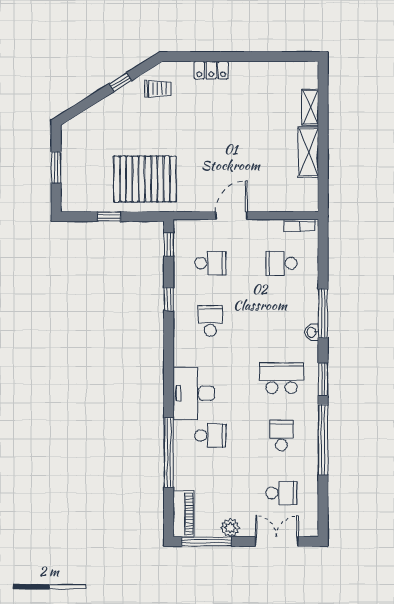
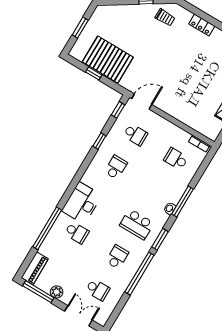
pallet: (145, 179) -> (108, 59), moved
door: (231, 216) -> (142, 102), moved
school desk: (281, 378) -> (137, 224), turned 180

